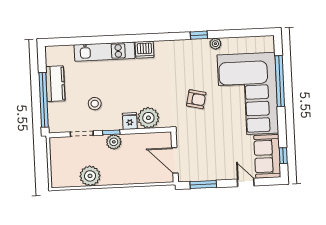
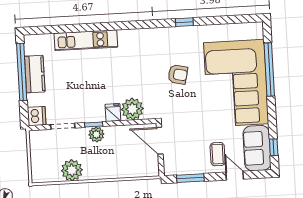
plant: (215, 44) -> (202, 31), removed
dishwasher: (144, 50) -> (37, 116), moved, turned -90
armchair: (196, 99) -> (178, 74), moved
window: (44, 100) -> (22, 72), moved
stool: (95, 104) -> (76, 95), removed
door: (175, 160) -> (160, 141), moved
coffee table: (230, 162) -> (218, 154), added

